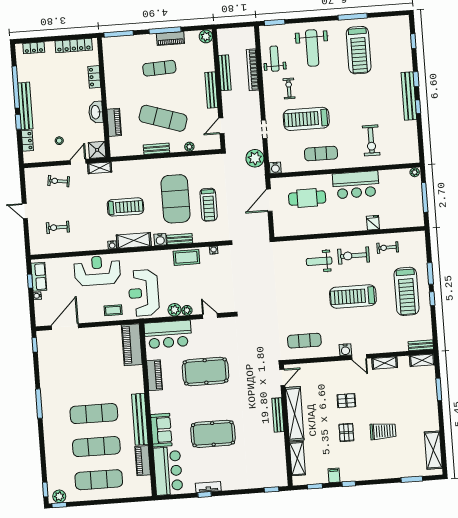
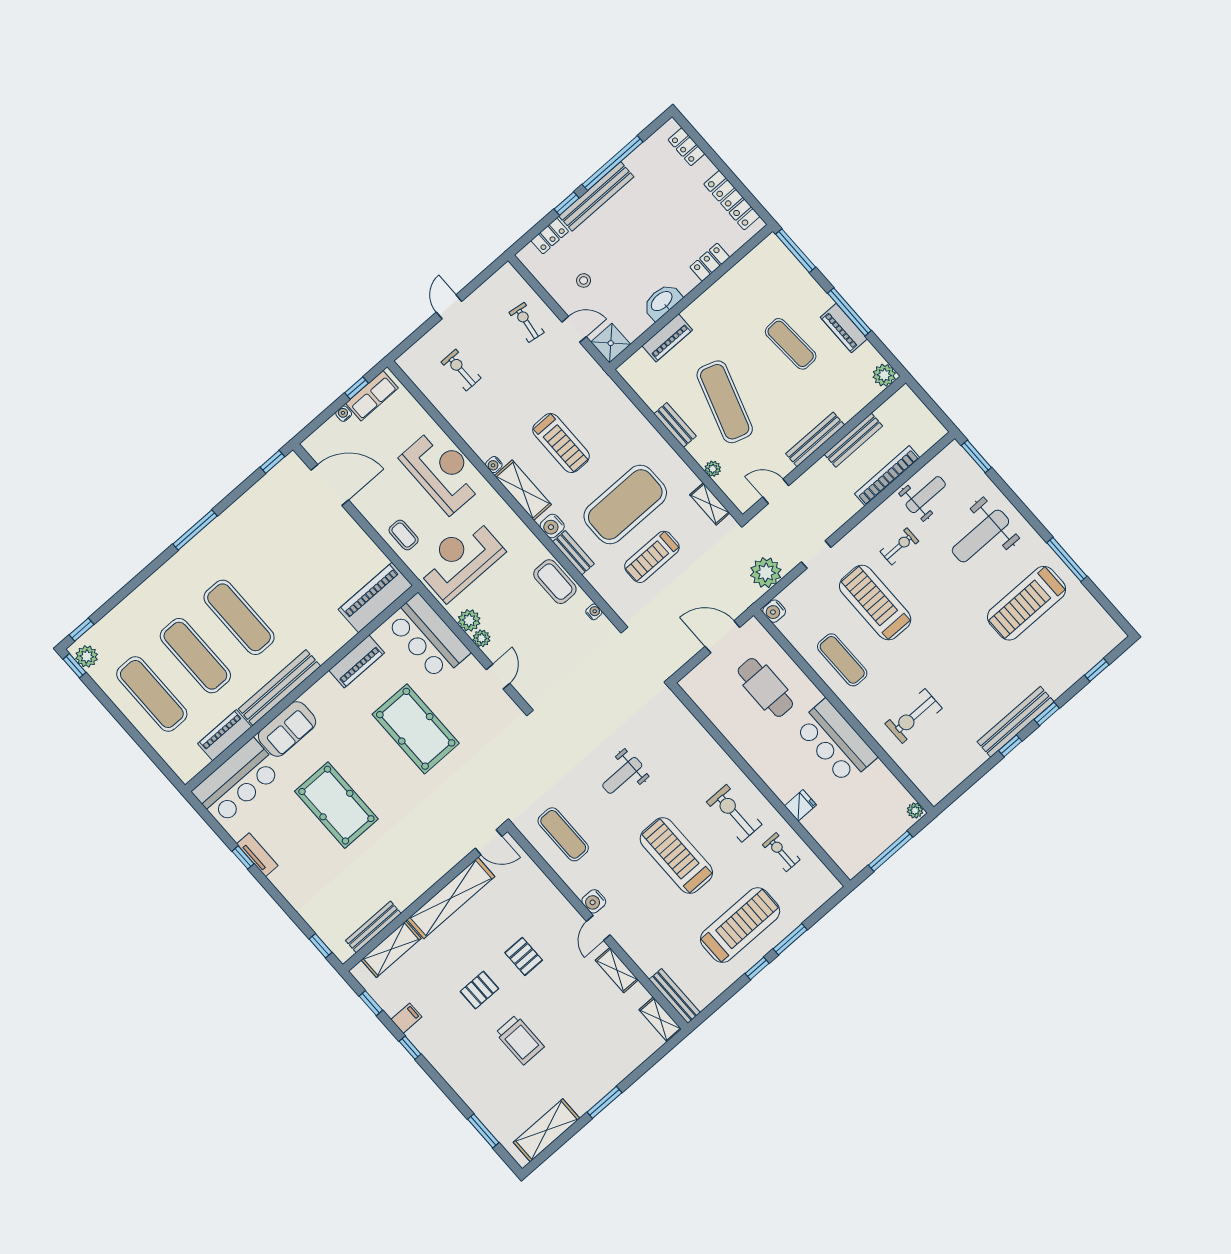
shelving: (100, 168) -> (710, 504), moved
weight bench: (319, 261) -> (622, 775), moved, turned -90
treadmill: (407, 291) -> (740, 925), turned 180
bench: (421, 345) -> (675, 996), width x1.36
window: (439, 389) -> (604, 1102), moved
bench: (278, 415) -> (373, 927), moved

